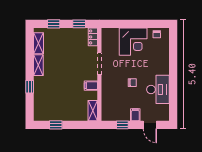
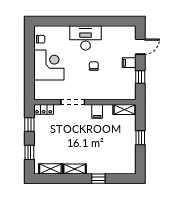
desk: (158, 89) -> (86, 38), moved
window: (56, 125) -> (140, 138), moved

